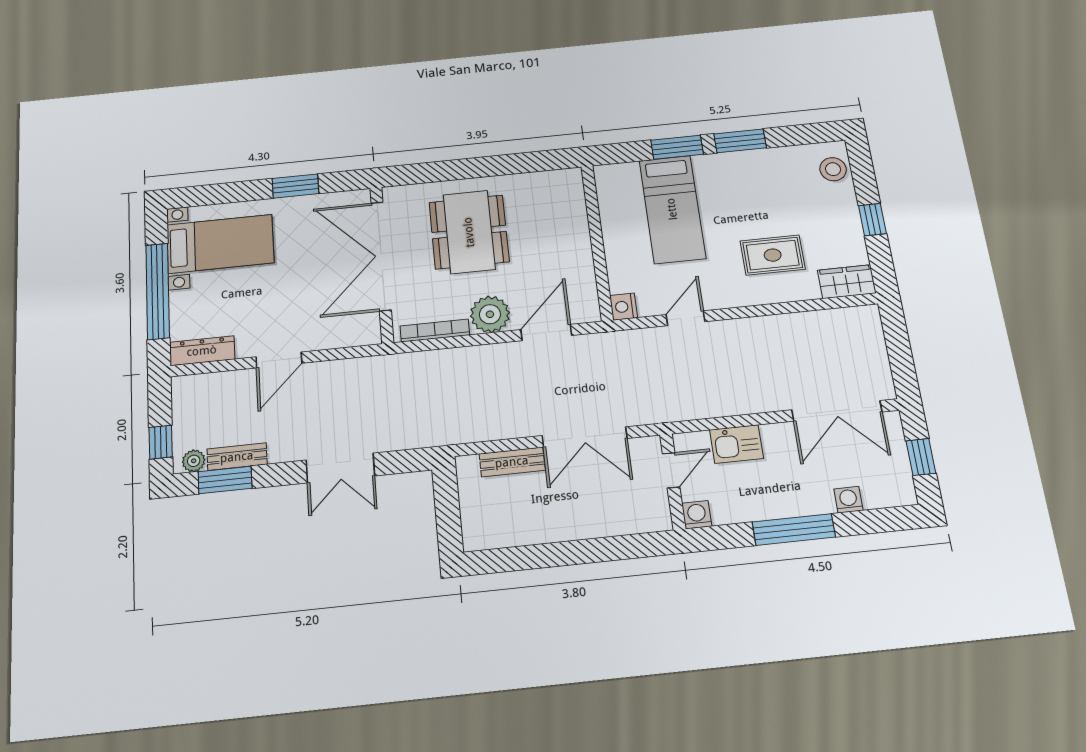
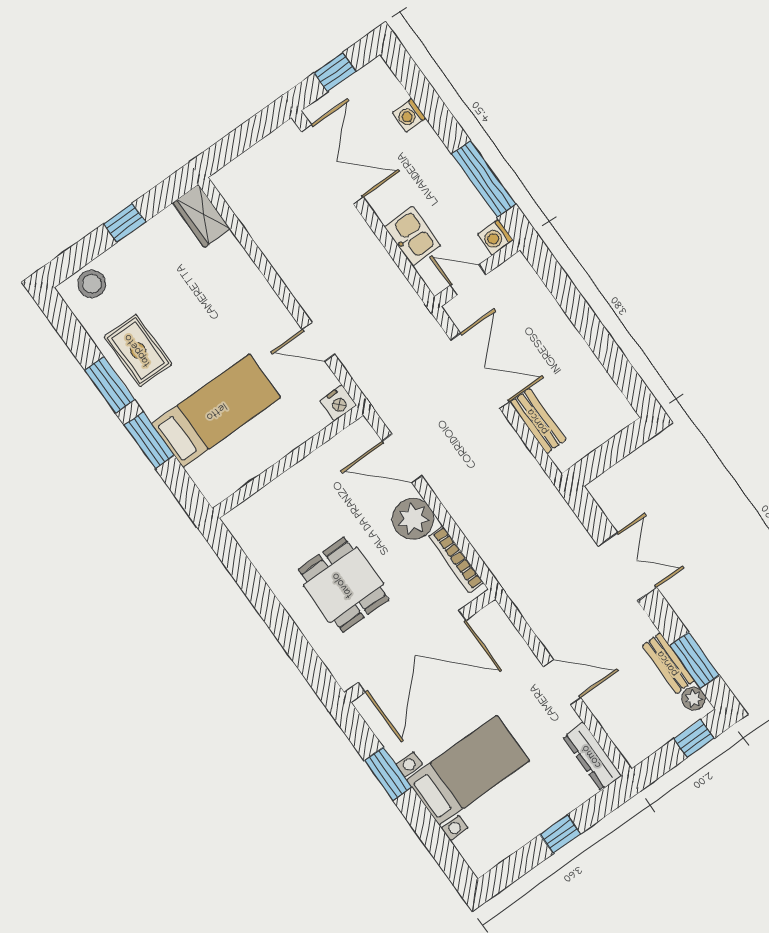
dining table: (469, 232) -> (343, 585), width x0.73
bed with nightstands: (220, 244) -> (468, 770), moved, turned 90
rug: (773, 255) -> (138, 350), moved
window: (158, 291) -> (560, 834), width x0.32
window: (794, 530) -> (484, 179), moved

